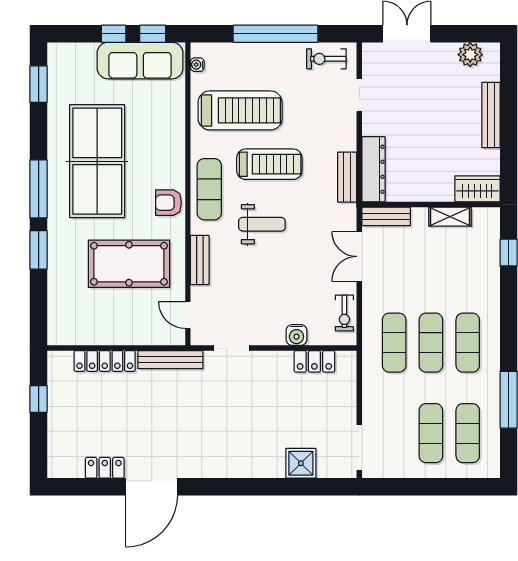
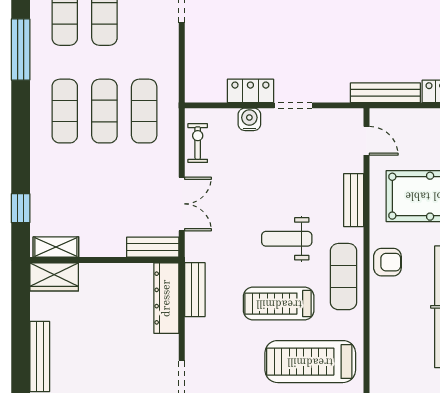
shelving: (450, 217) -> (56, 247), moved
doorway: (232, 348) -> (293, 105), moved
locker: (314, 361) -> (250, 91), moved

